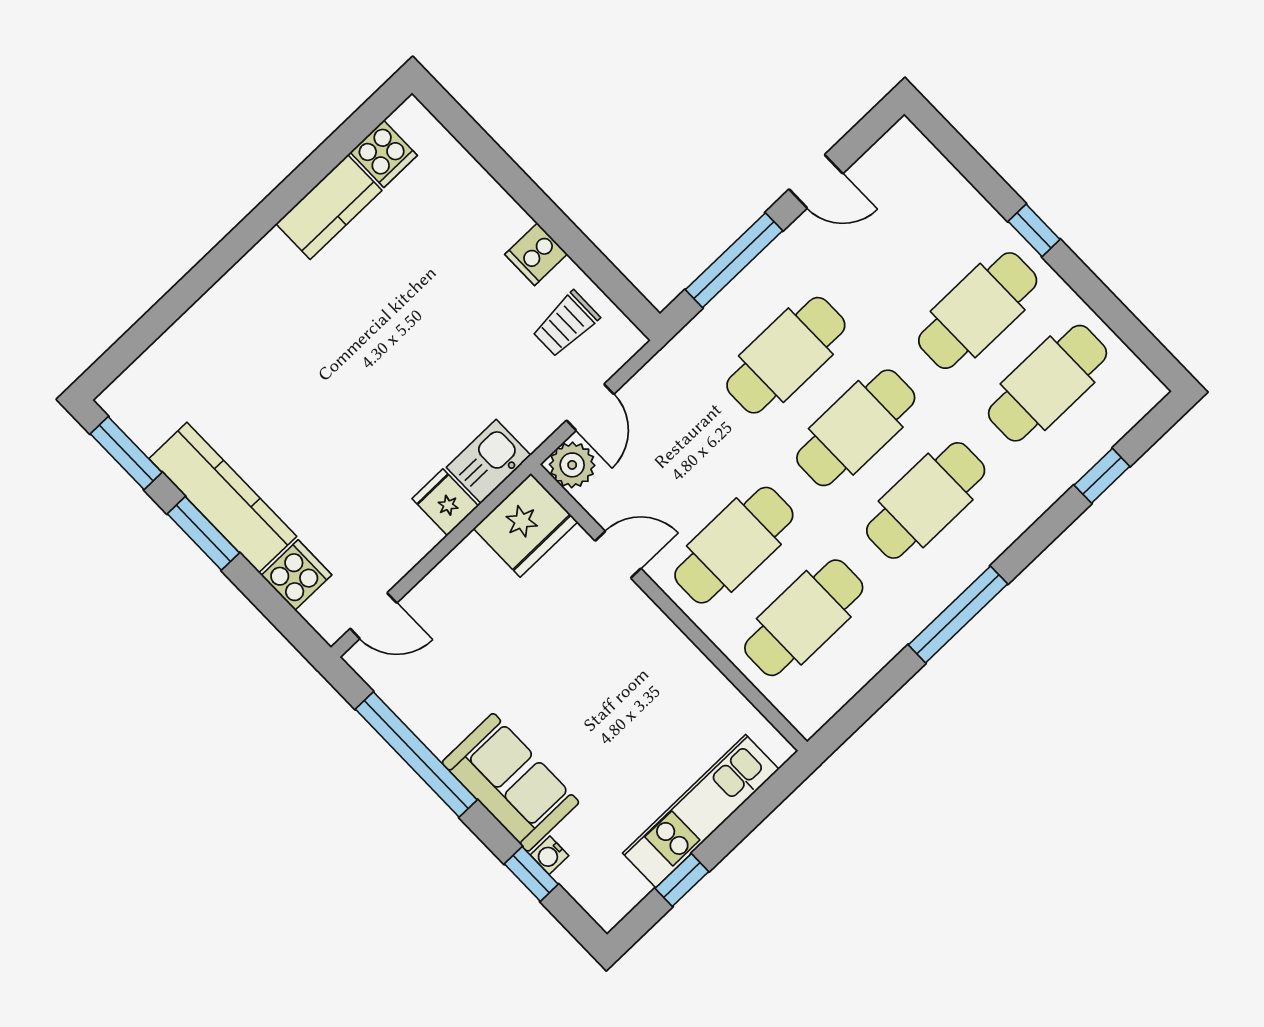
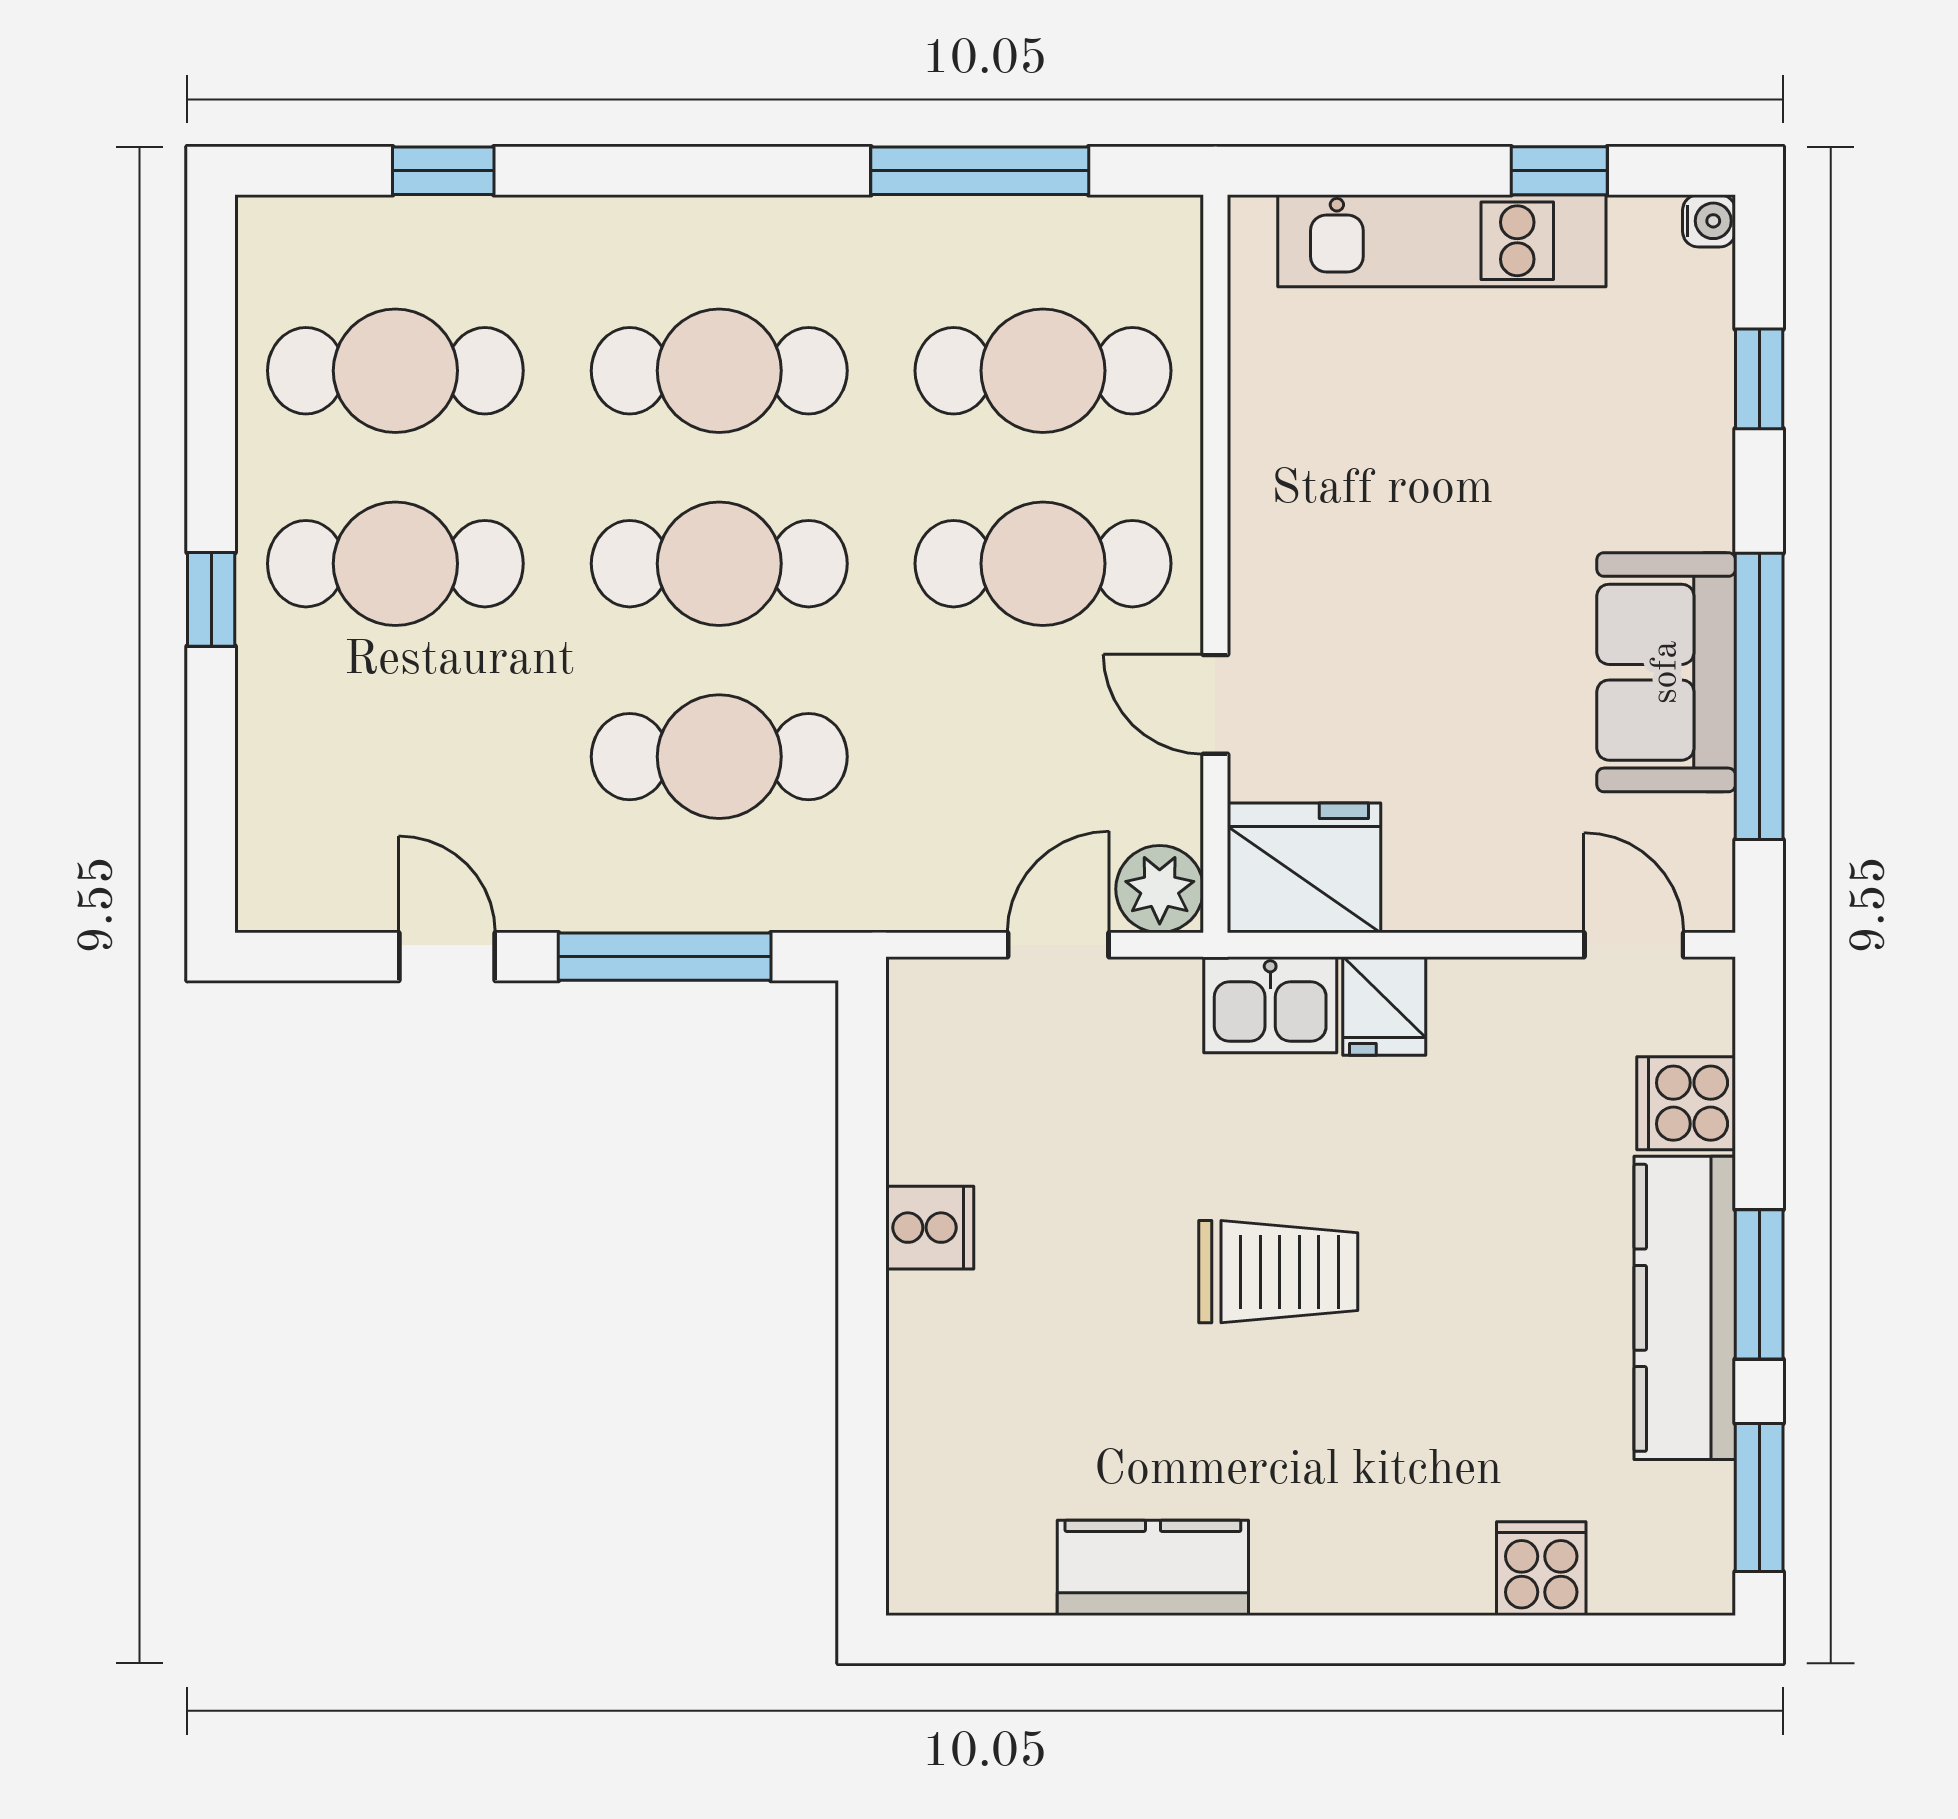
cooker: (384, 154) -> (1541, 1569), moved
trolley: (566, 324) -> (1278, 1272), moved, width x1.36, depth x1.39
window: (958, 614) -> (980, 171), moved
sofa: (510, 782) -> (1666, 672), moved
water cooler: (550, 855) -> (1709, 221), moved

